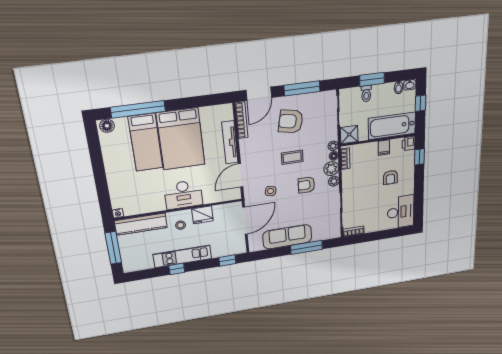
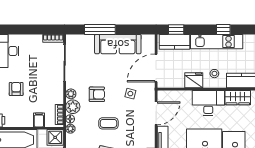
filing cabinet: (384, 148) -> (39, 120), moved
wardrobe: (151, 205) -> (238, 98), added
kitchen counter: (228, 249) -> (174, 42), added

